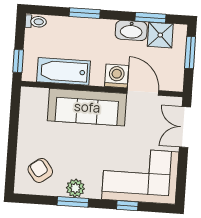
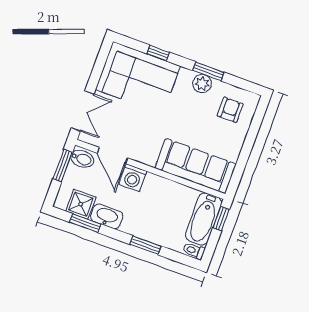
window: (190, 52) -> (63, 166), moved
bathtub: (64, 71) -> (203, 219), moved, turned 90
bidet: (172, 80) -> (82, 159), added
sofa: (87, 107) -> (196, 166), moved
armchair: (40, 170) -> (230, 110), turned -143

